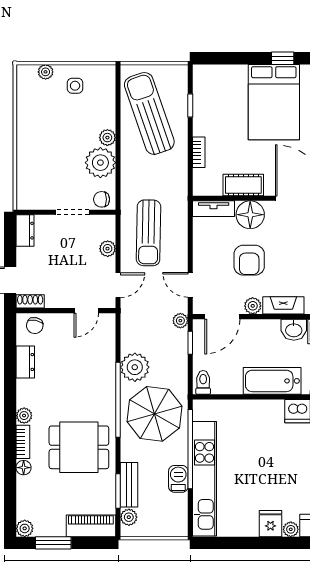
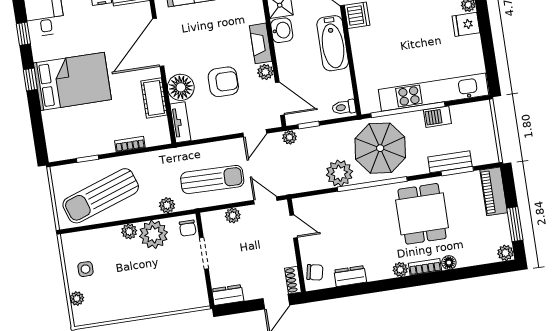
plant: (129, 517) -> (167, 205), moved

